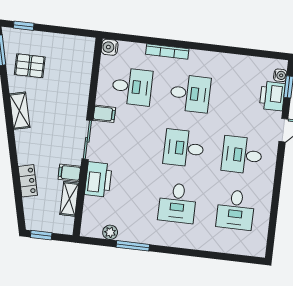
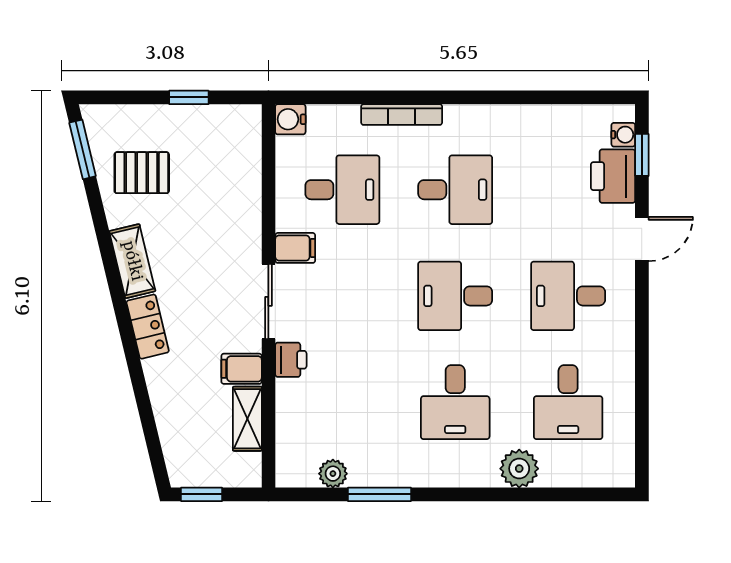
window: (24, 26) -> (189, 97), moved
printer: (98, 179) -> (291, 360), width x0.53, depth x0.68
locker: (28, 181) -> (148, 327), moved
plant: (206, 241) -> (519, 469), added

